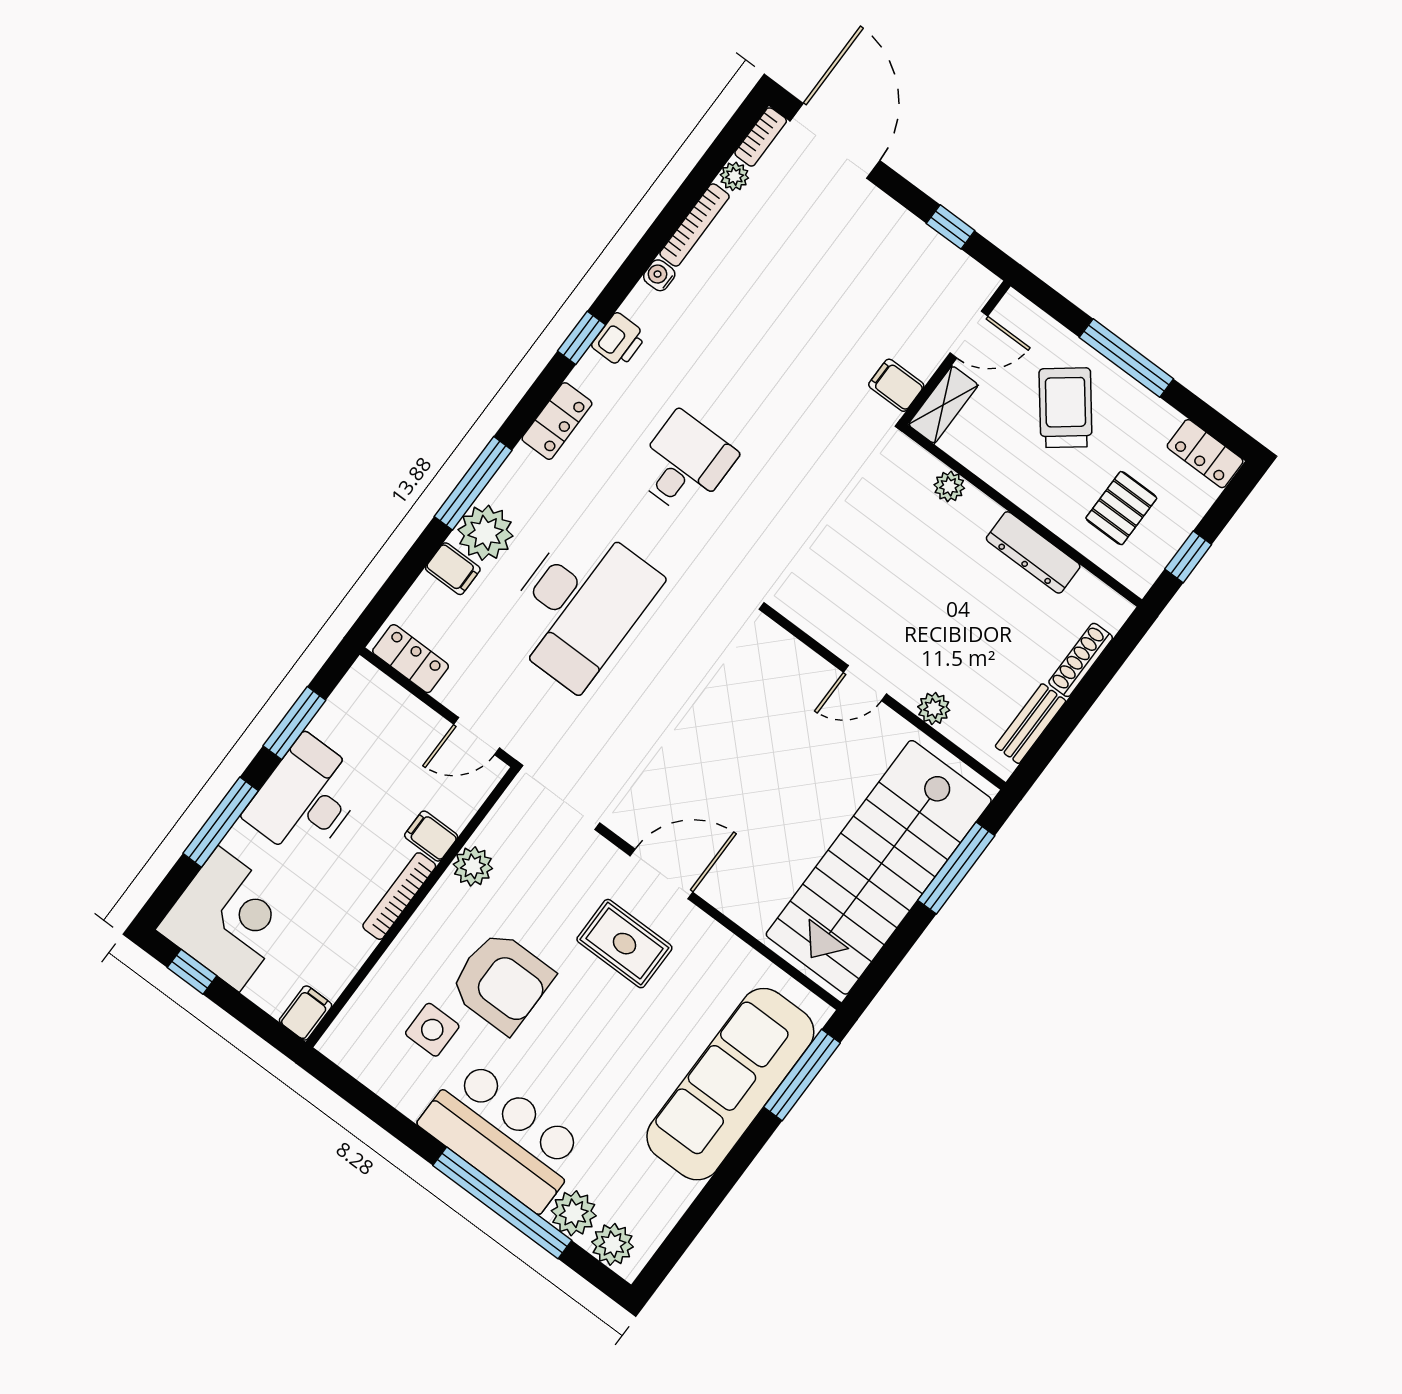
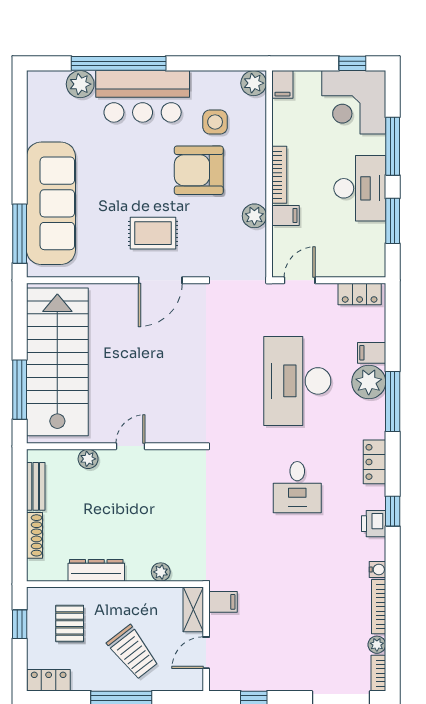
plant: (613, 1244) -> (254, 83), moved

